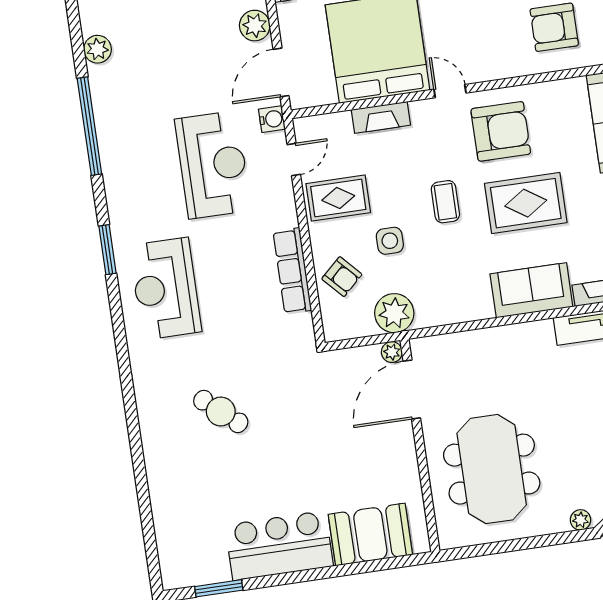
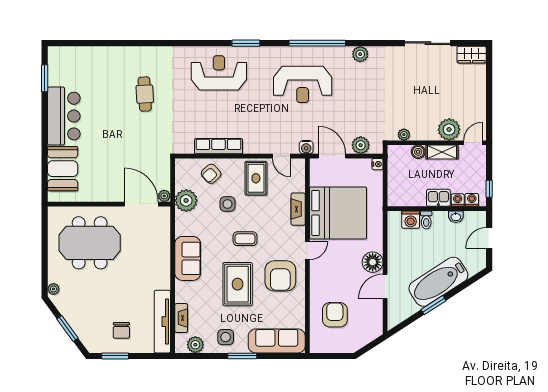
reception desk: (213, 165) -> (303, 84), moved
sofa: (531, 290) -> (188, 258), moved
cafe table: (221, 411) -> (145, 94), turned -44

